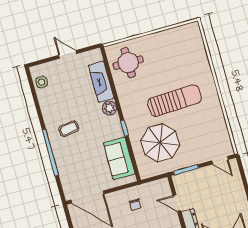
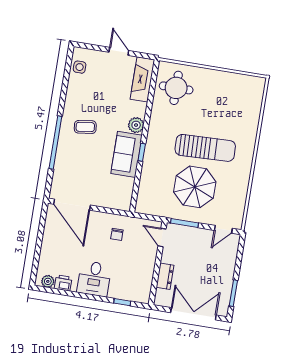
fireplace: (101, 82) -> (142, 79), moved
parasol: (160, 143) -> (195, 187), moved
sofa: (119, 158) -> (127, 154), moved
door: (220, 160) -> (223, 229), hinge flipped
door: (177, 203) -> (162, 237), moved

